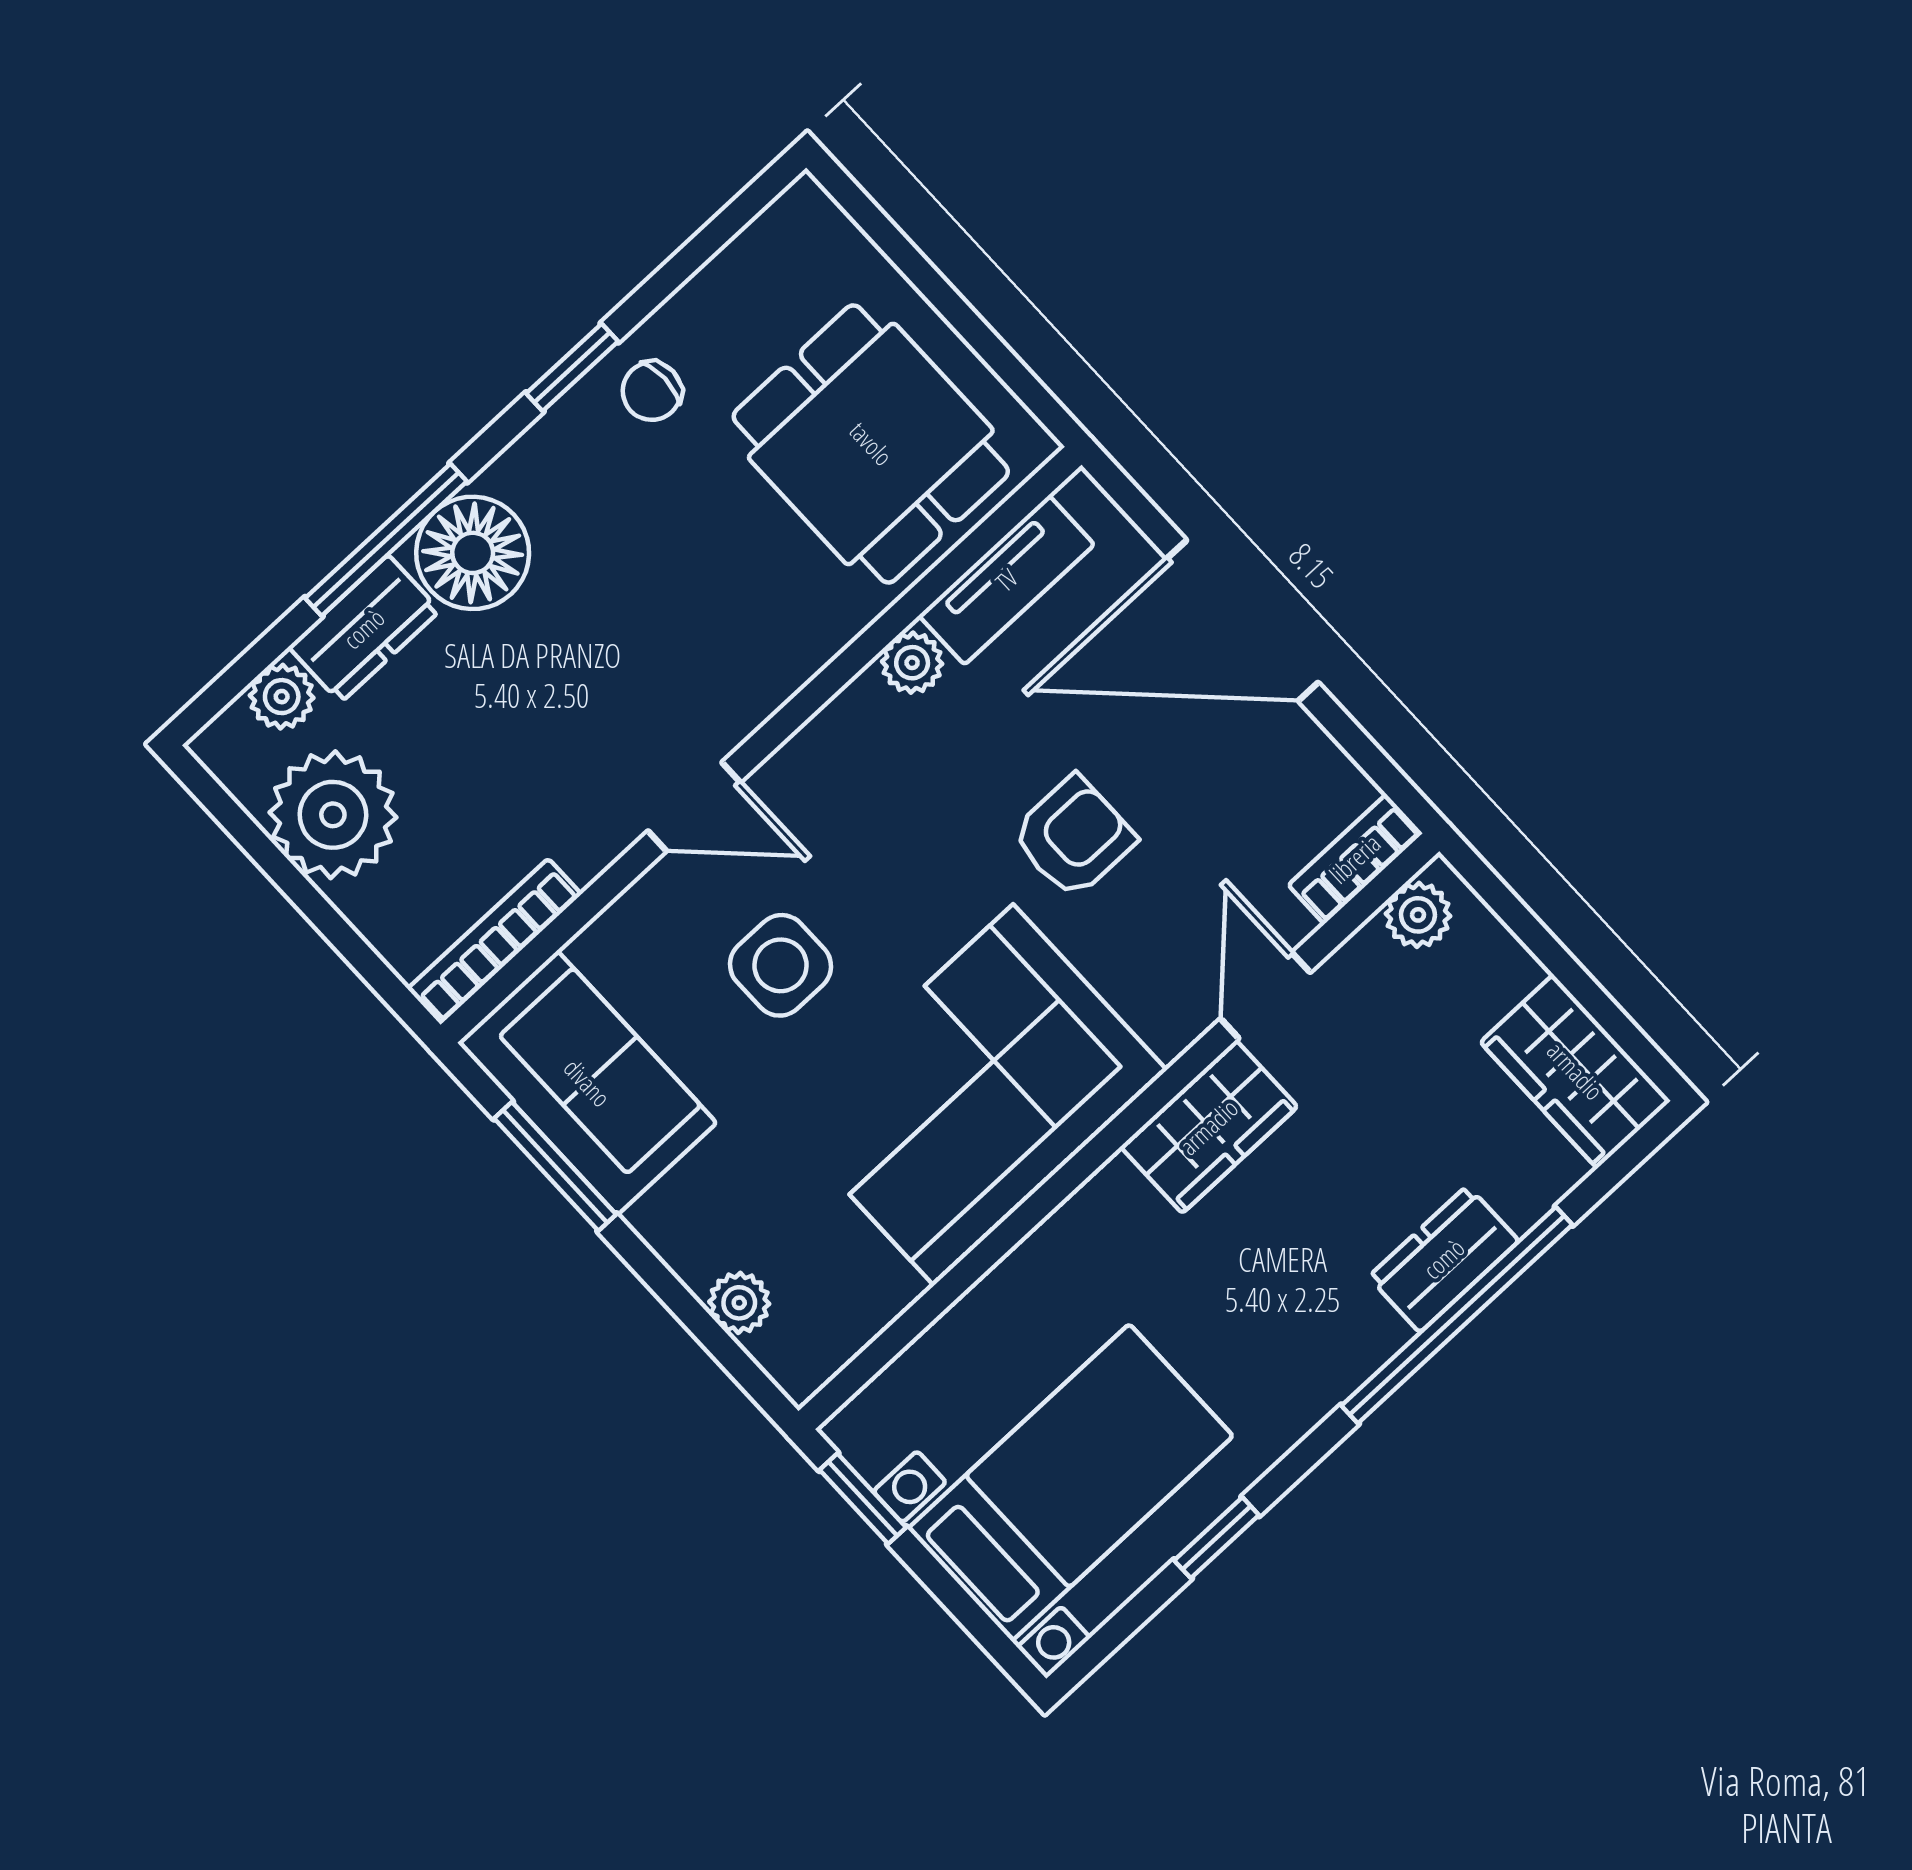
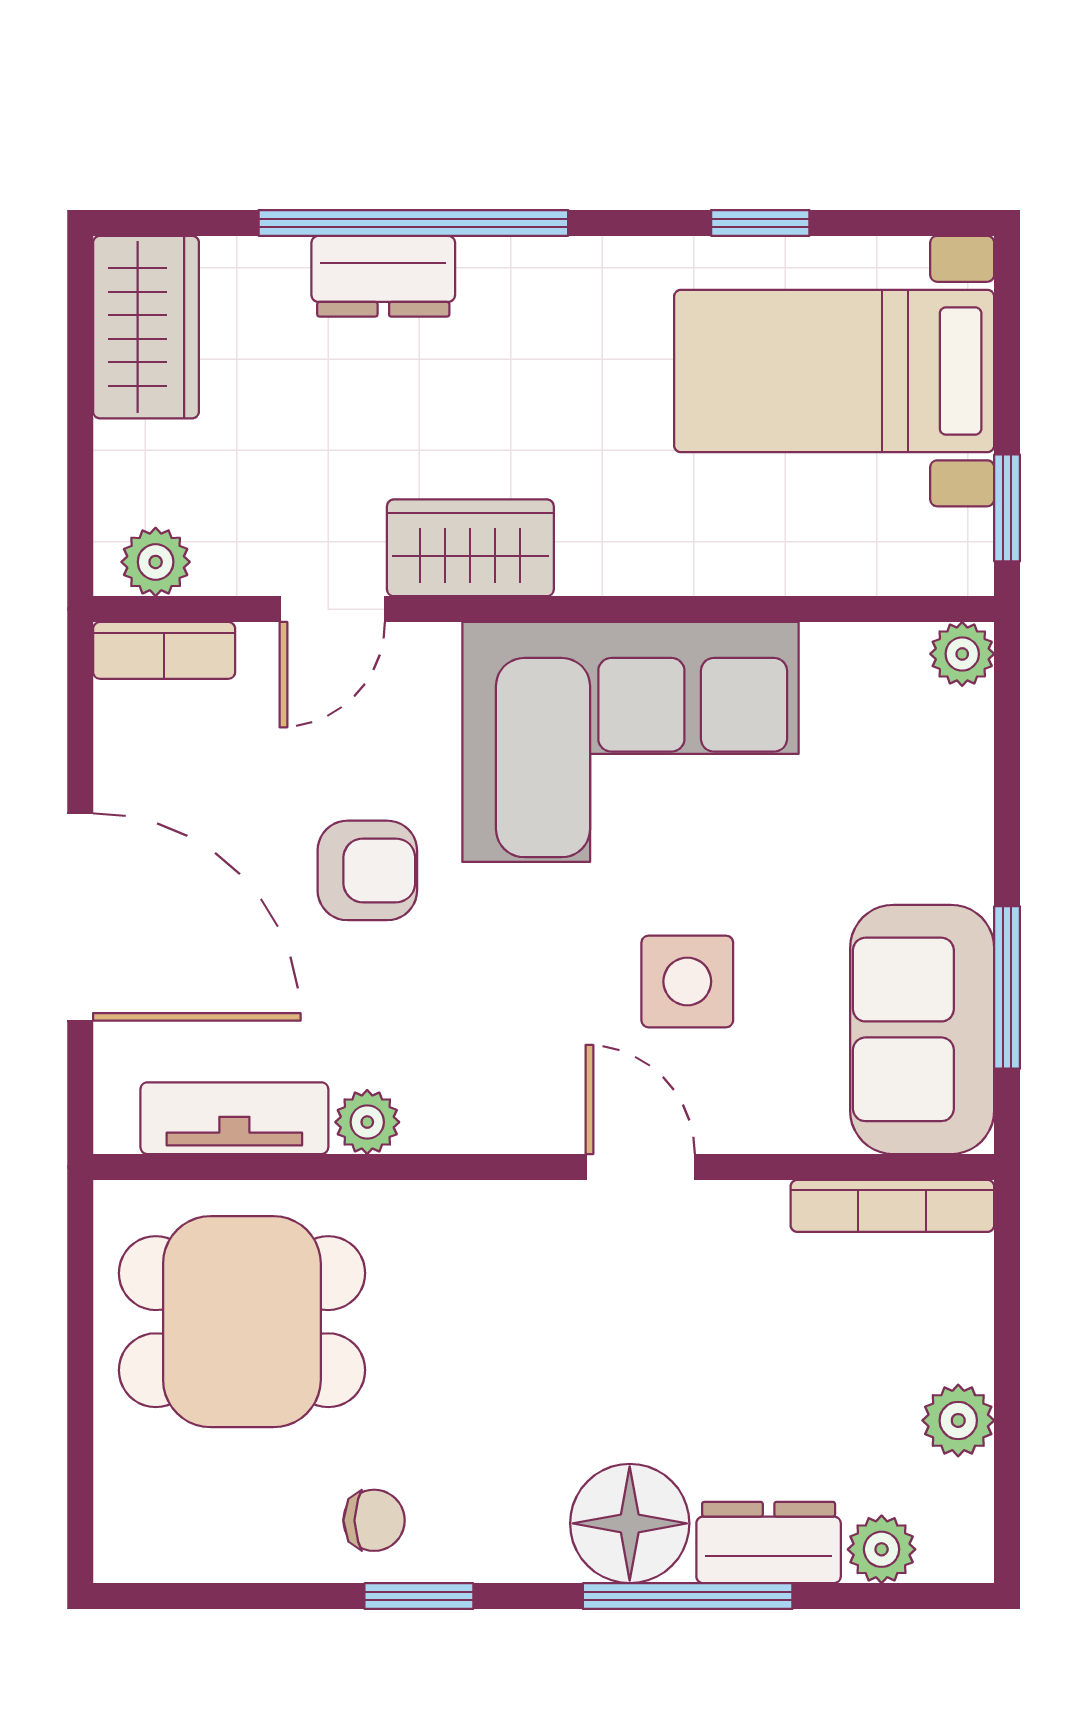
dining table: (871, 444) -> (242, 1322), turned 90
plant: (333, 815) -> (958, 1420), width x0.53, depth x0.53
armchair: (1073, 837) -> (367, 870), turned 180
plant: (739, 1303) -> (962, 654), moved

